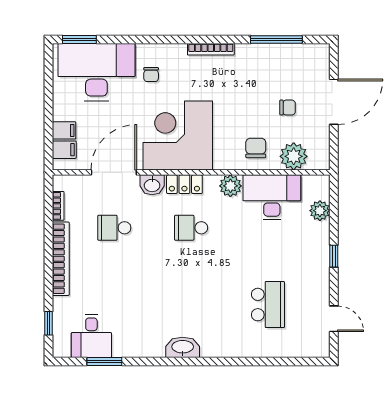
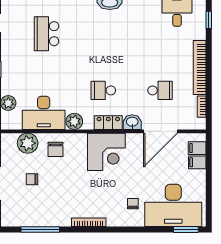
corner desk: (178, 135) -> (106, 152), width x0.74, depth x0.74
school desk: (191, 228) -> (103, 90), turned 180

